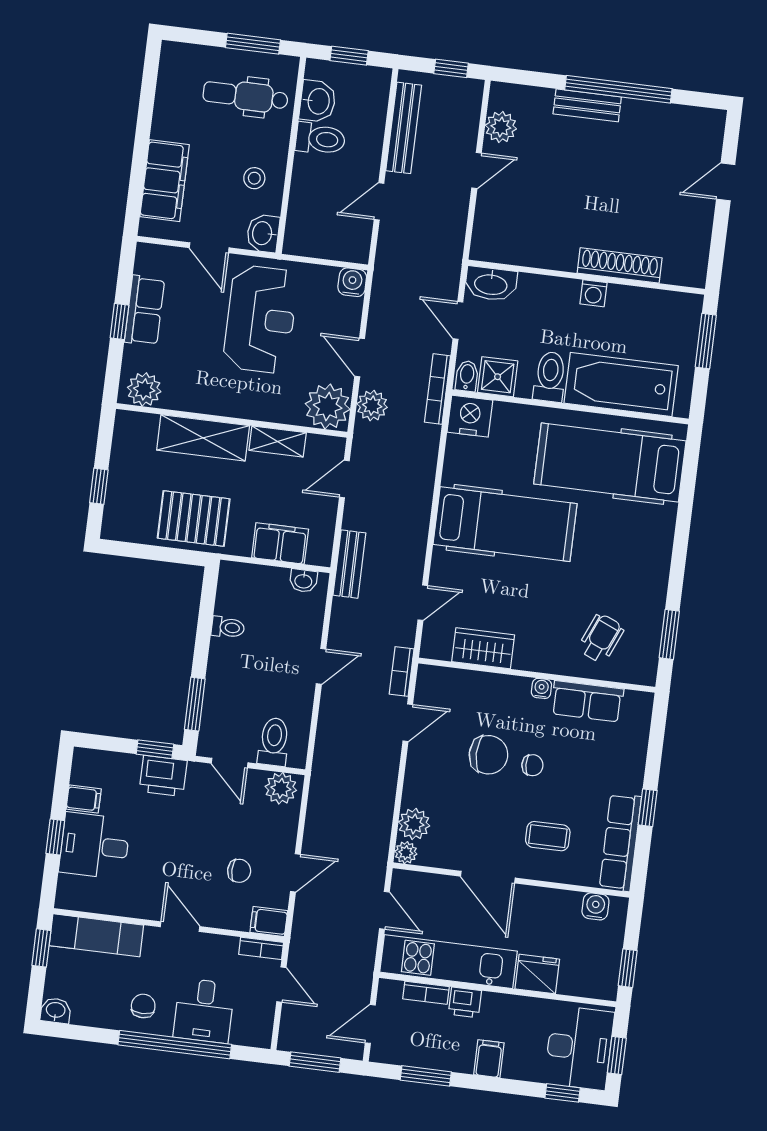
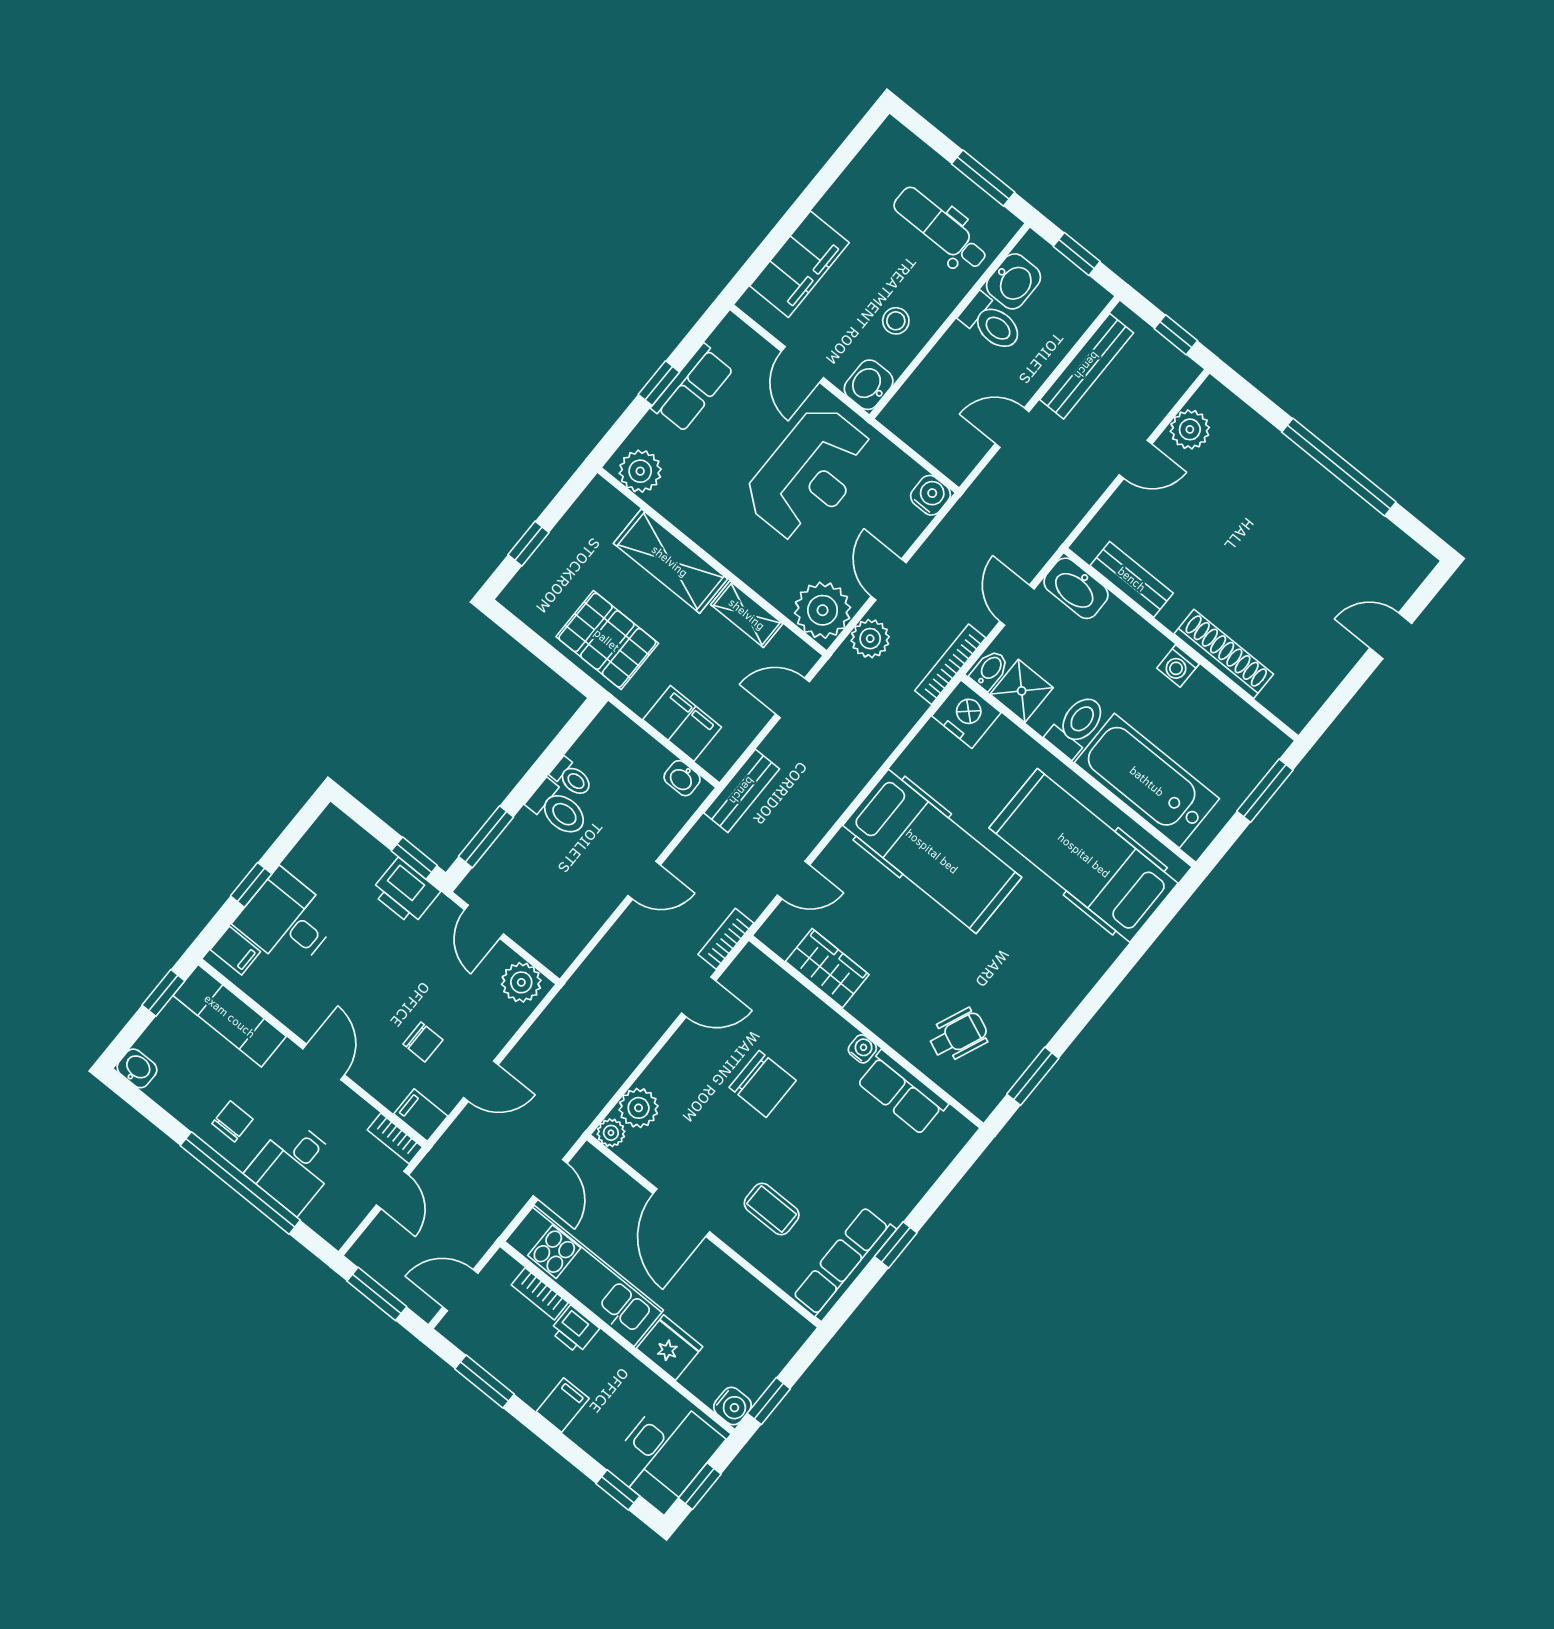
bench: (587, 105) -> (1132, 579), moved
toilet: (274, 742) -> (558, 809), moved, turned 90
chair: (532, 765) -> (802, 1124), removed
filing cabinet: (84, 799) -> (235, 951), moved
water cooler: (595, 906) -> (732, 1406), moved, turned 90

